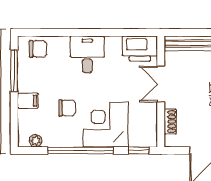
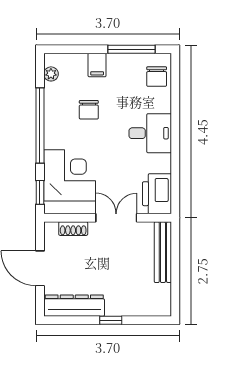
corner desk: (106, 125) -> (70, 175), moved

